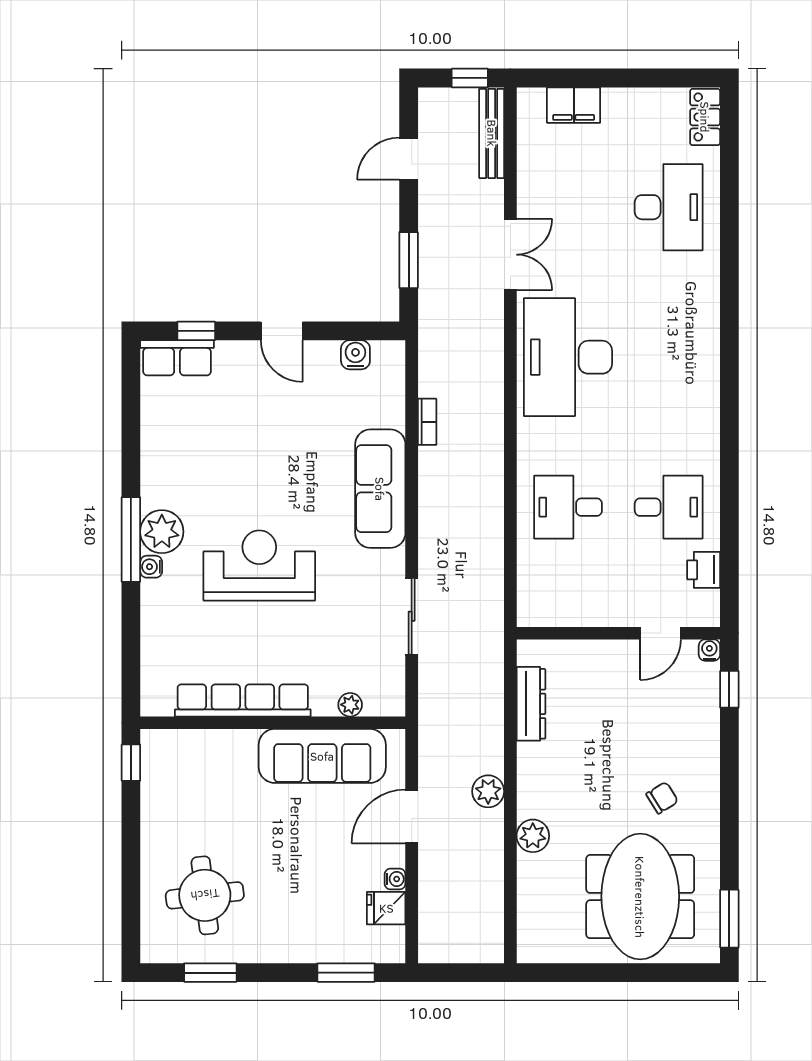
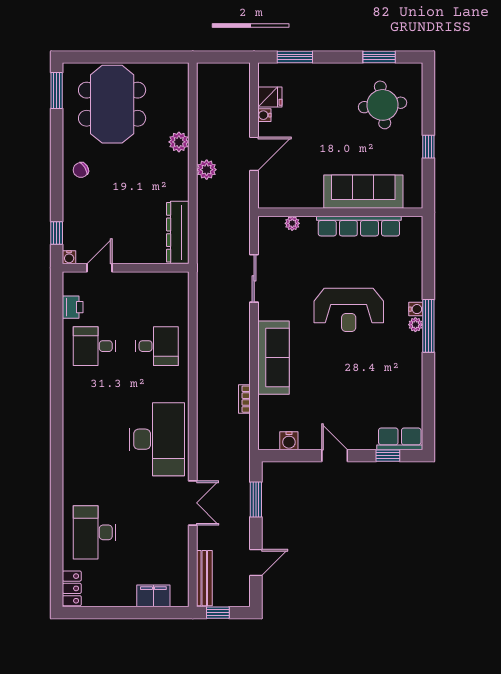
double door: (510, 255) -> (193, 503), swing flipped
plant: (162, 532) -> (415, 325), width x0.53, depth x0.53
dresser: (531, 704) -> (178, 232), width x1.37, depth x1.24
sofa: (322, 756) -> (363, 192), moved
window: (131, 763) -> (428, 147), moved
chair: (662, 798) -> (81, 170), moved

